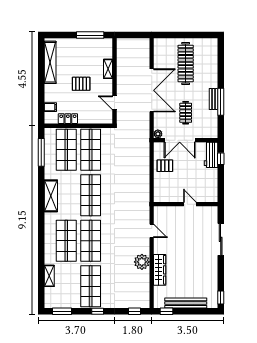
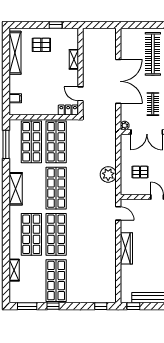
window: (90, 35) -> (56, 25), width x0.46
pallet: (81, 84) -> (41, 45), moved
locker: (68, 119) -> (68, 110), moved
pallet: (165, 166) -> (140, 172), moved
door: (152, 231) -> (118, 213), moved
plant: (142, 262) -> (108, 174), moved
wardrobe: (160, 270) -> (126, 248), moved
window: (98, 311) -> (53, 306), moved

